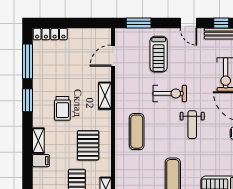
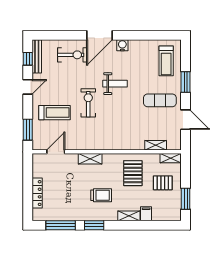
locker: (50, 34) -> (37, 193), moved
door: (113, 56) -> (56, 152), swing flipped
exercise mat: (137, 132) -> (121, 131), removed
pallet: (88, 145) -> (133, 173), turned 90
shelving: (120, 172) -> (156, 145), added

